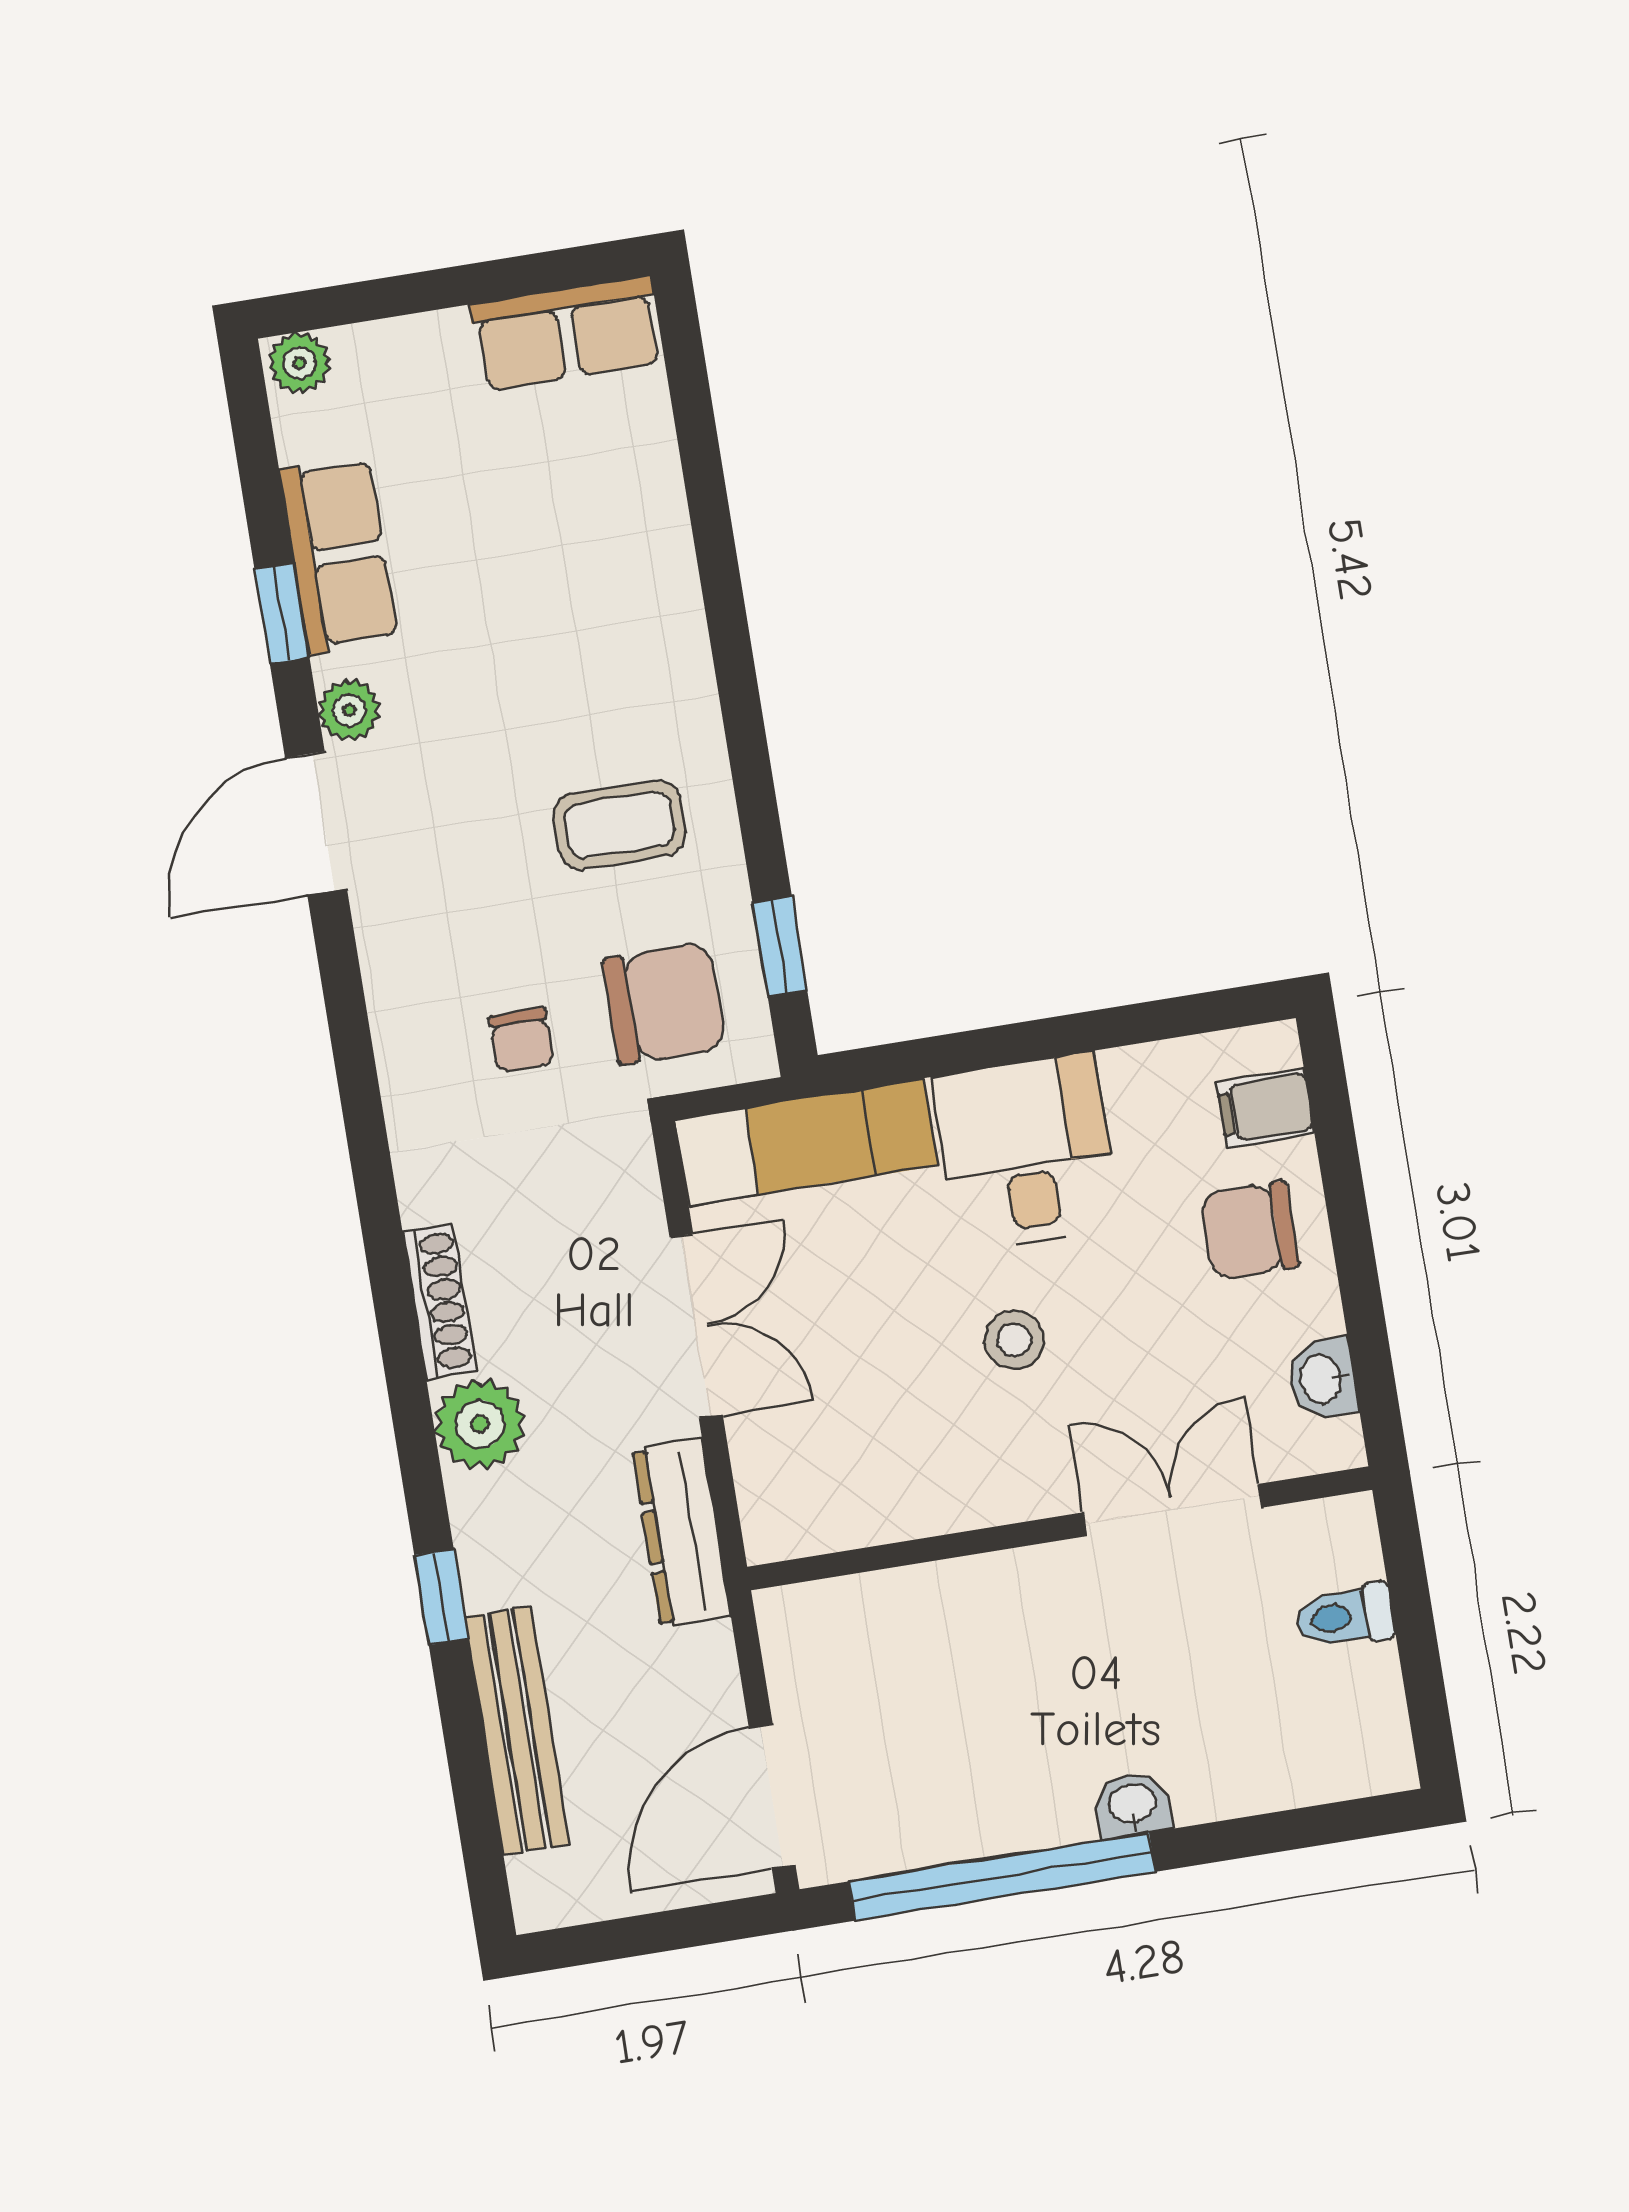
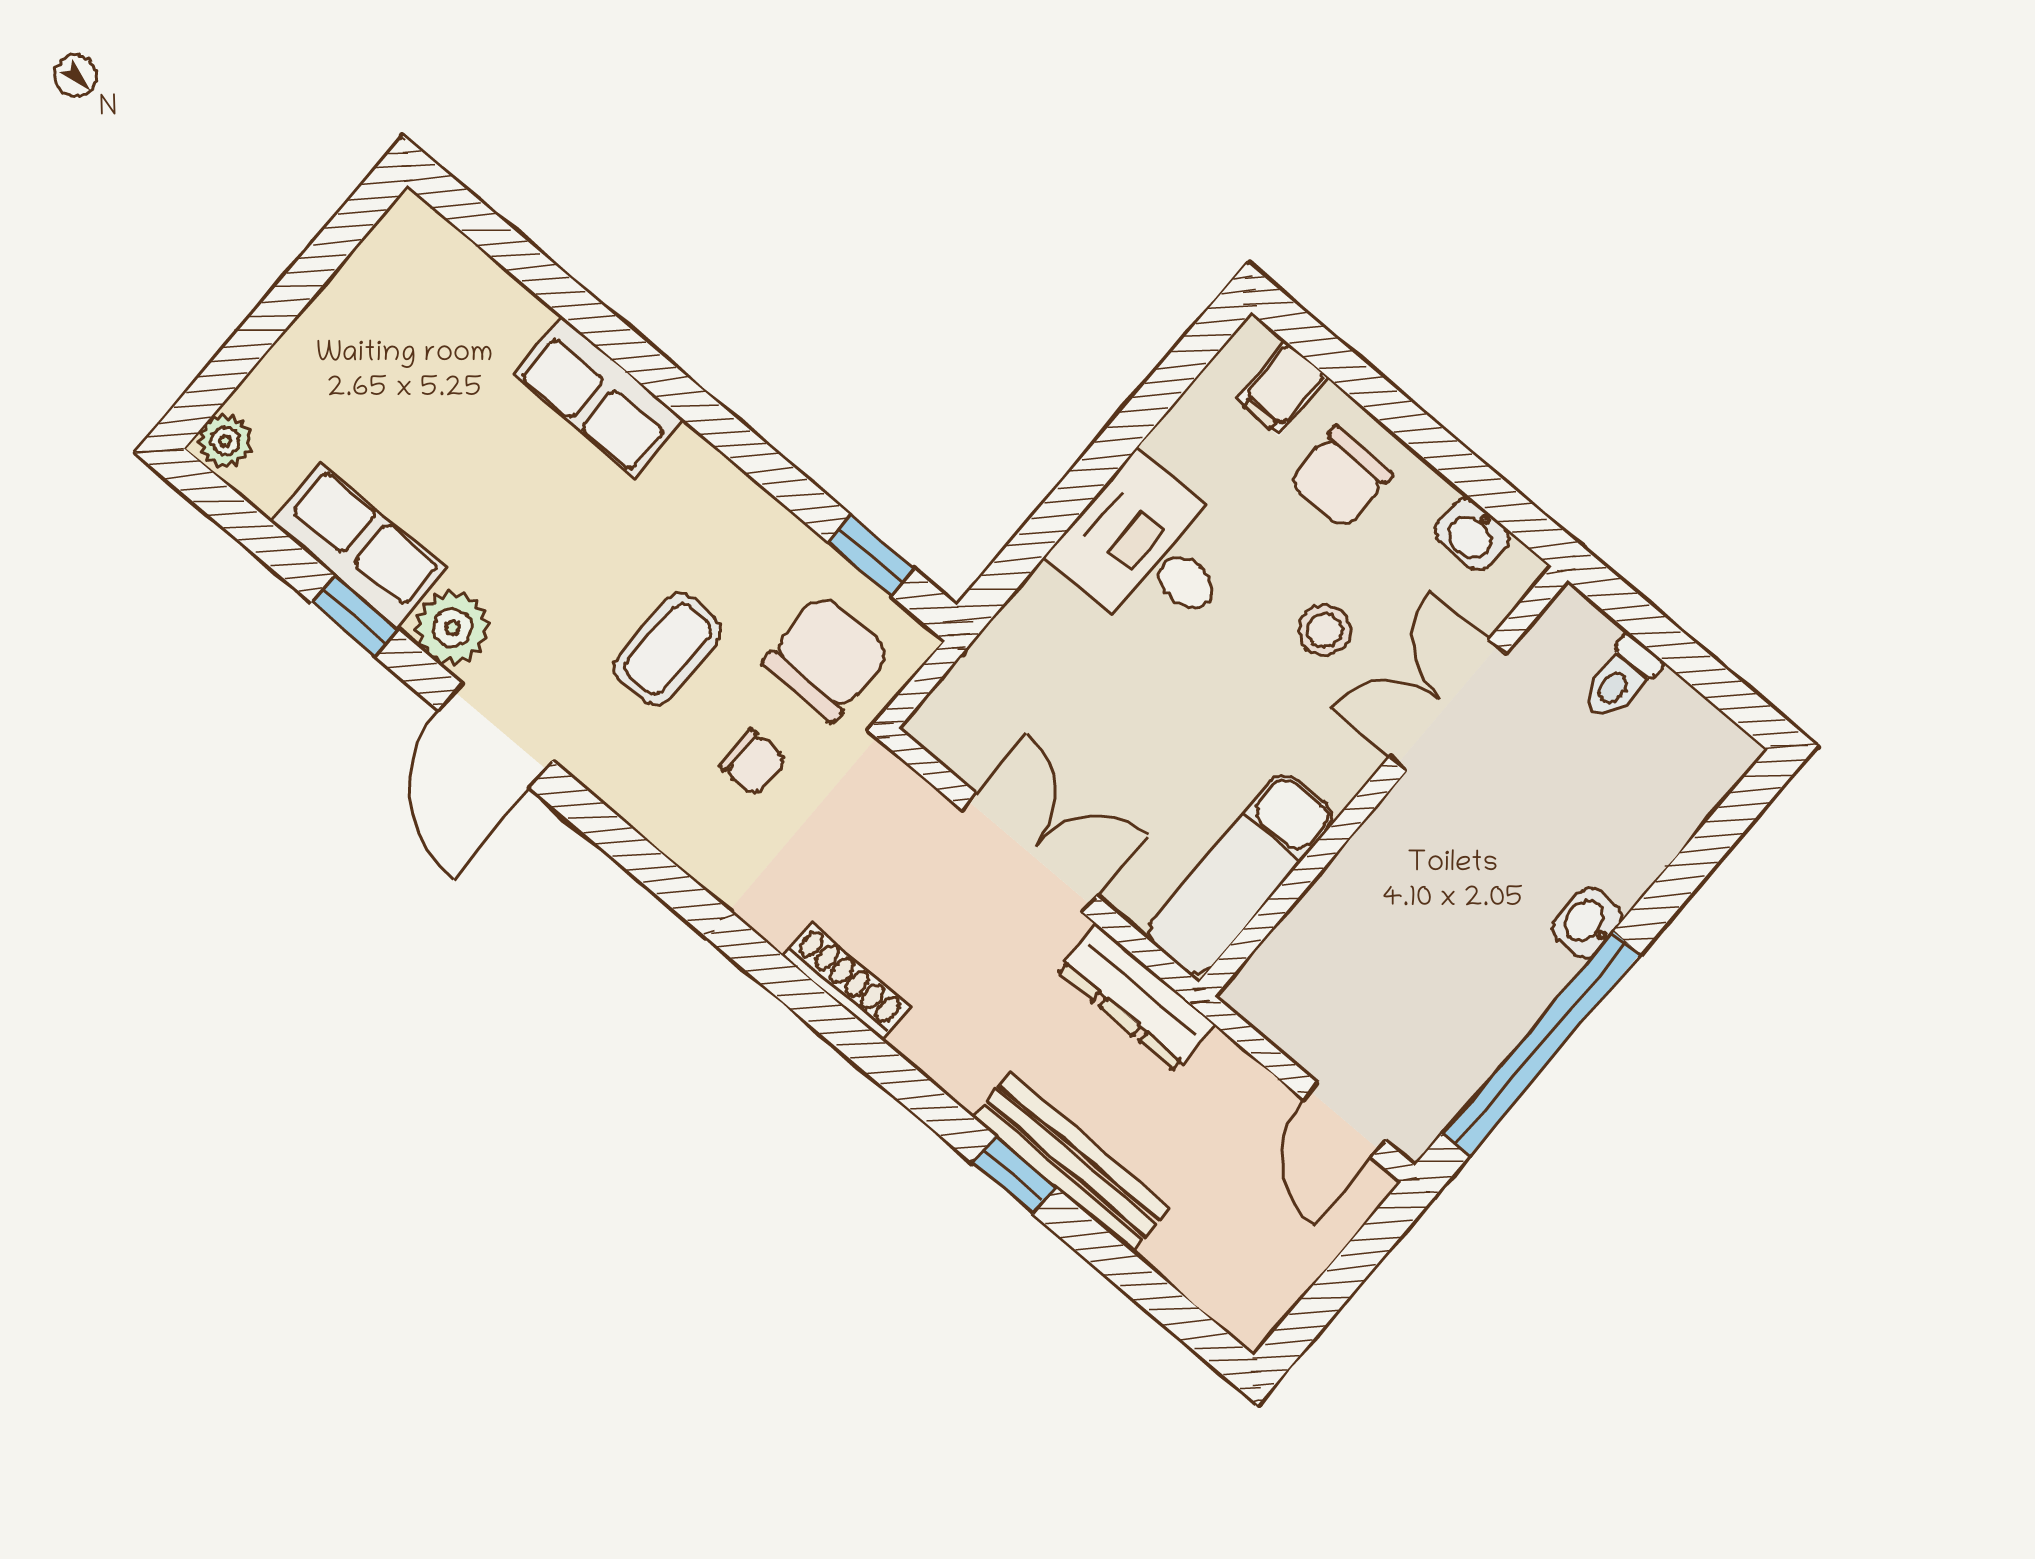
row of seats: (567, 333) -> (599, 397), moved, turned 90
plant: (349, 710) -> (452, 628), width x1.38, depth x1.38
coffee table: (620, 825) -> (668, 649), moved
exam couch: (806, 1142) -> (1240, 874), moved, turned 180
stool: (1014, 1340) -> (1324, 630), moved
plant: (480, 1424) -> (942, 1039), removed
bench: (517, 1730) -> (1072, 1163), moved
door: (772, 1796) -> (1344, 1120), width x0.73

